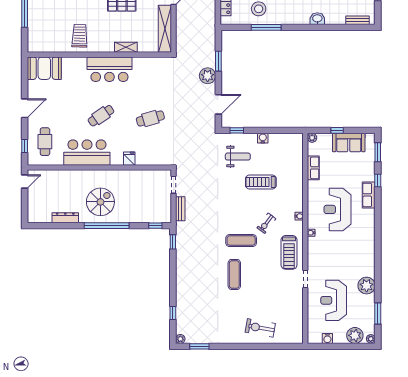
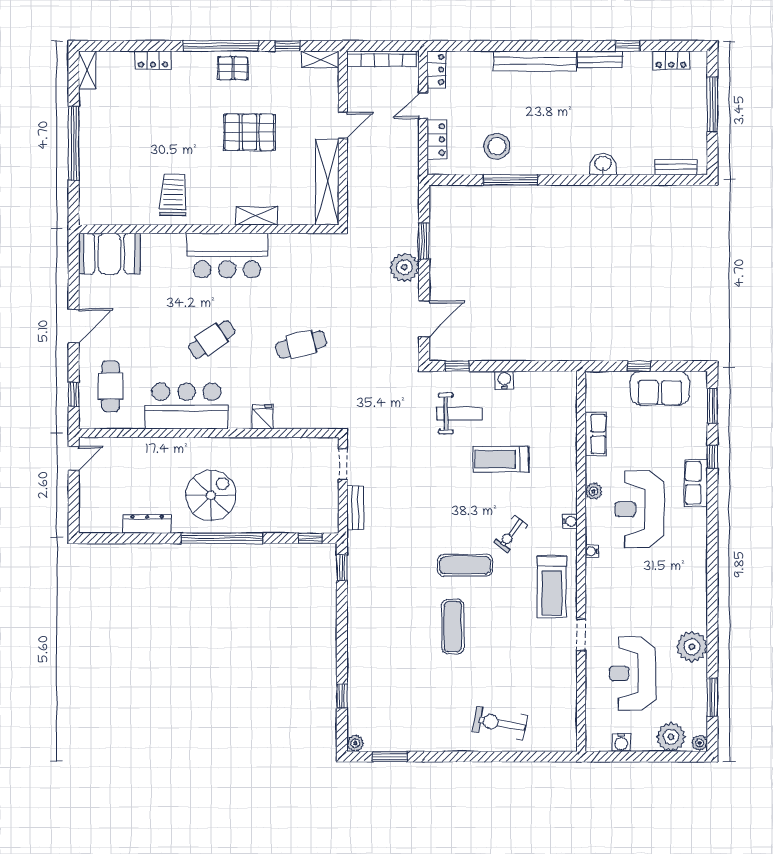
plant: (312, 138) -> (594, 491), moved

